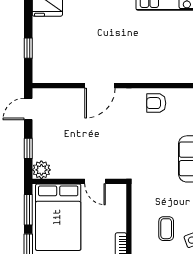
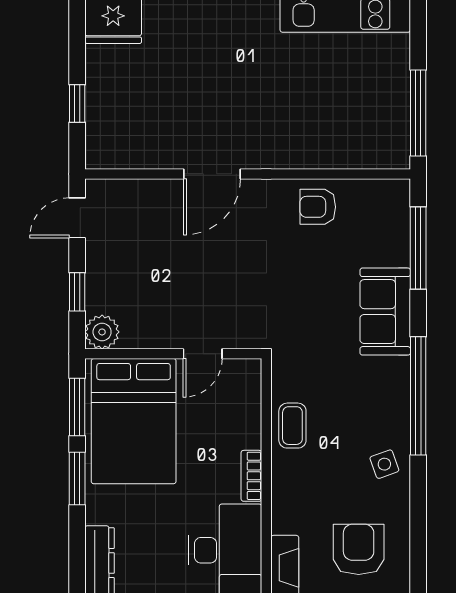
door: (95, 181) -> (203, 354), hinge flipped
coffee table: (166, 229) -> (292, 426), moved

